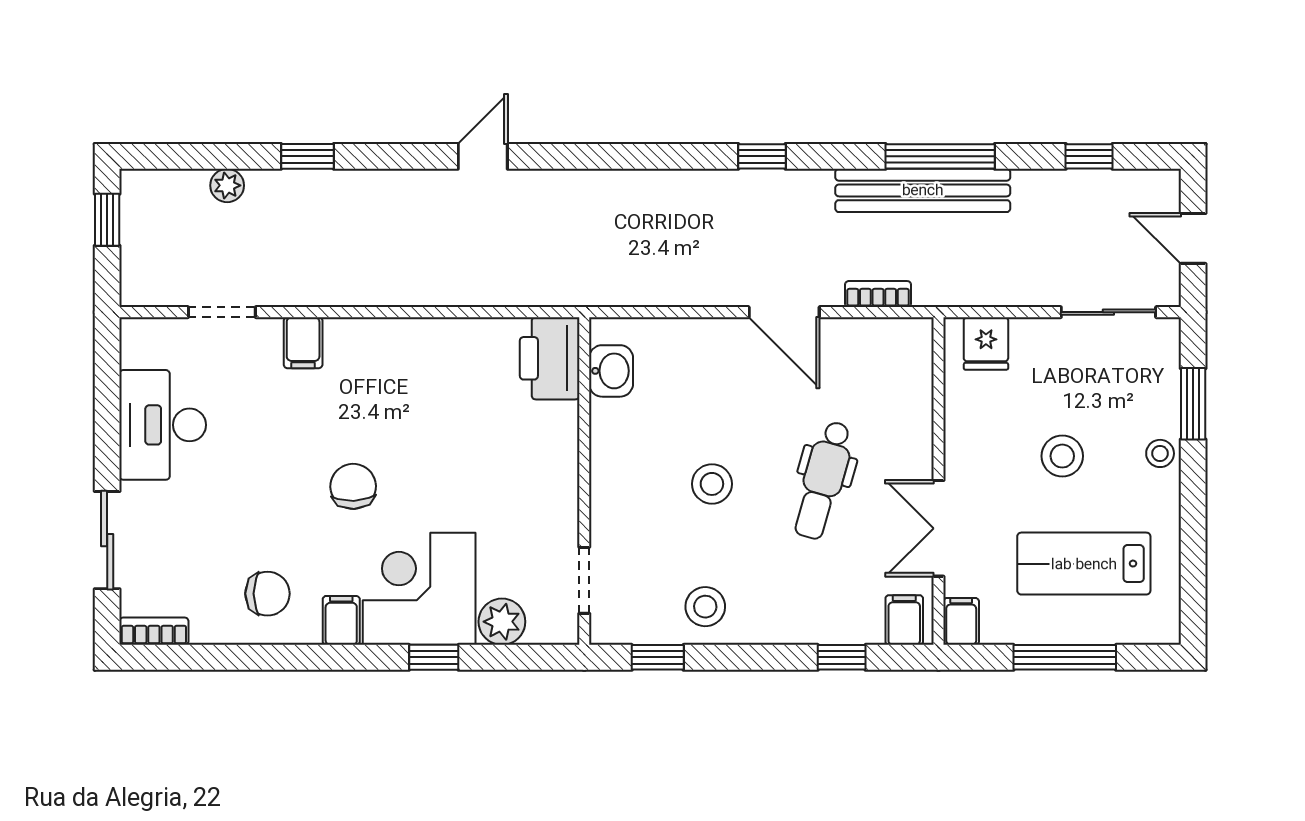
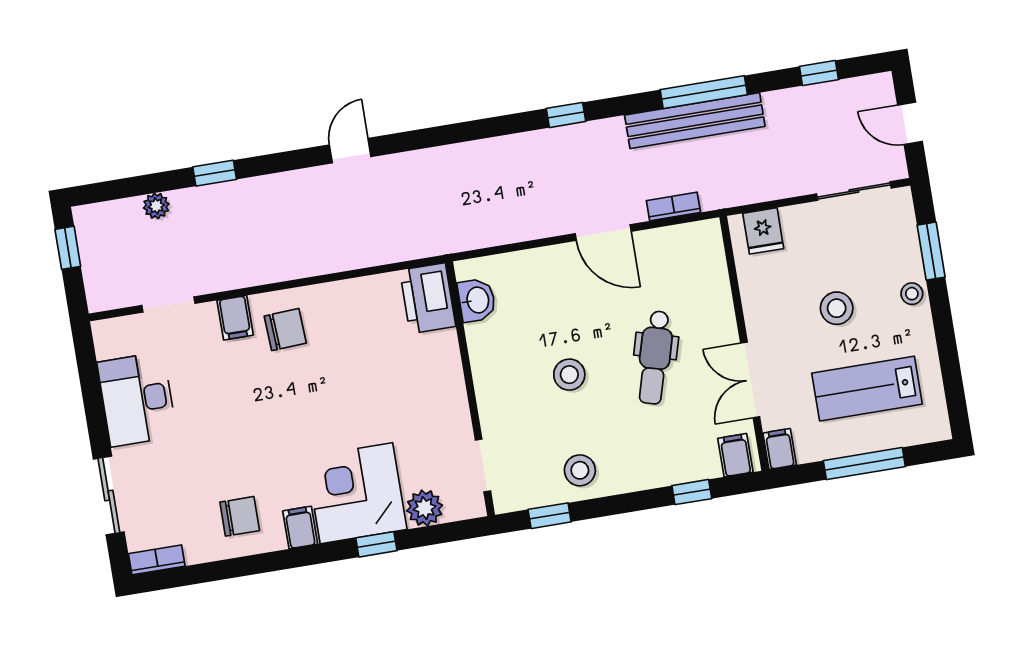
chair: (353, 486) -> (285, 330), moved, turned 89

